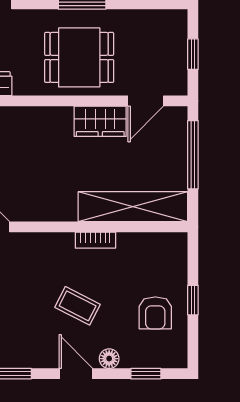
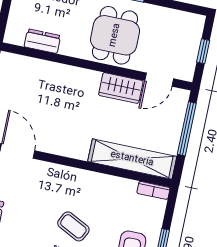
dining table: (79, 57) -> (115, 35), turned 90
bookcase: (95, 240) -> (153, 190), moved

